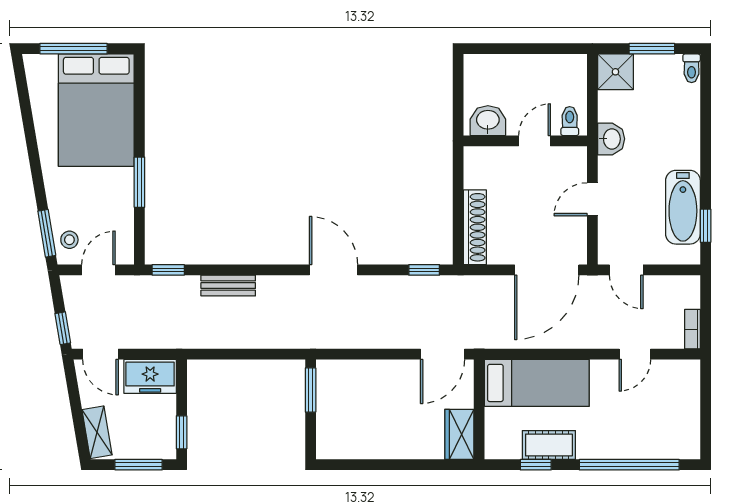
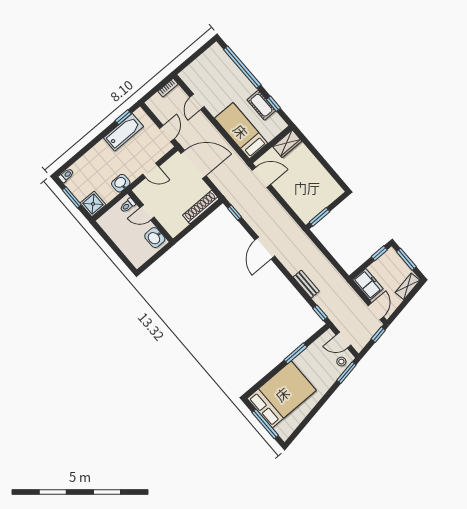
door: (635, 354) -> (197, 102), swing flipped

